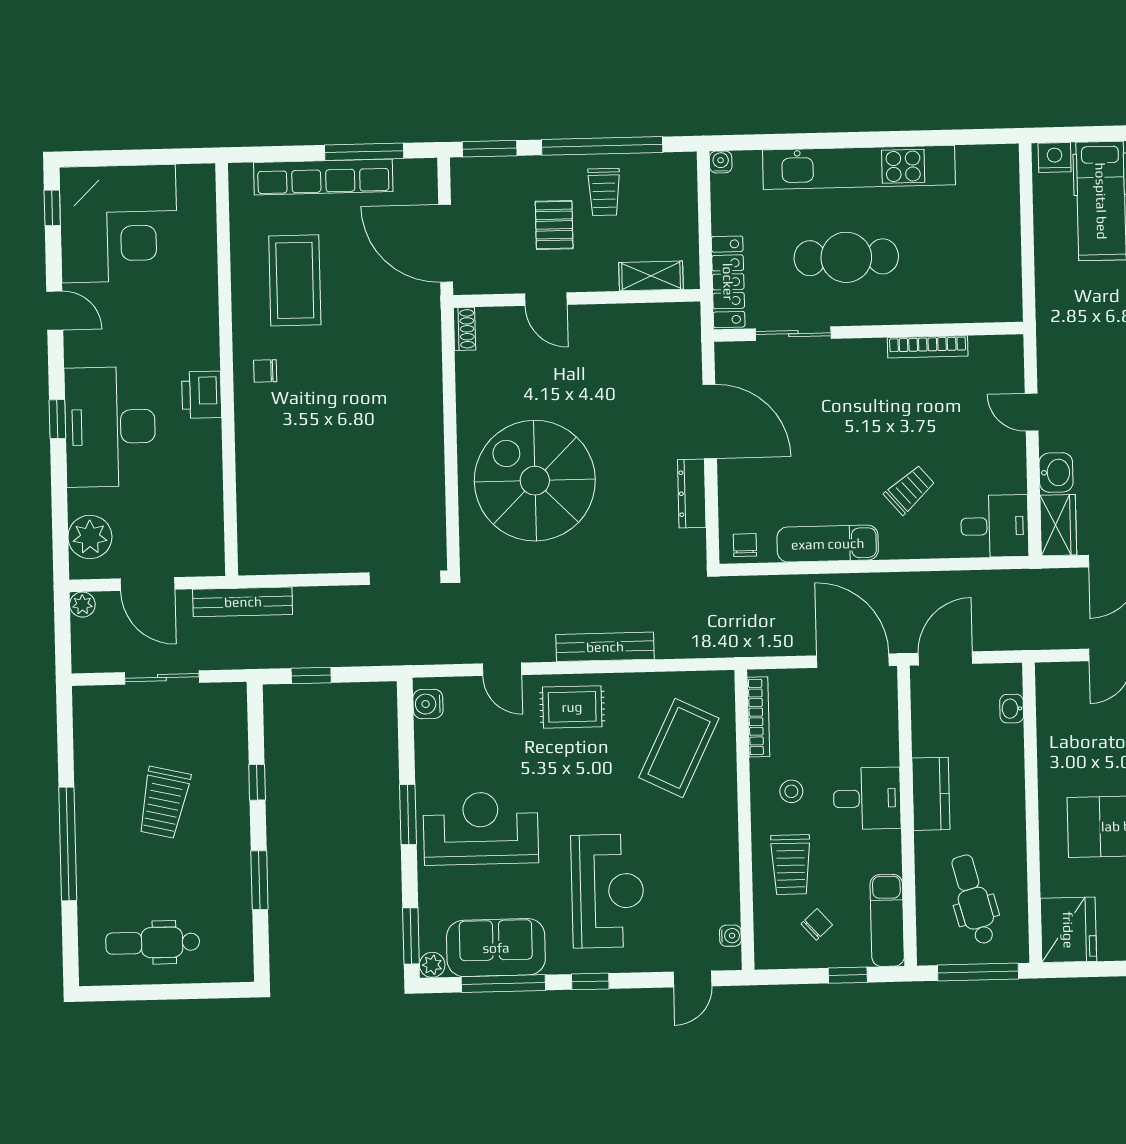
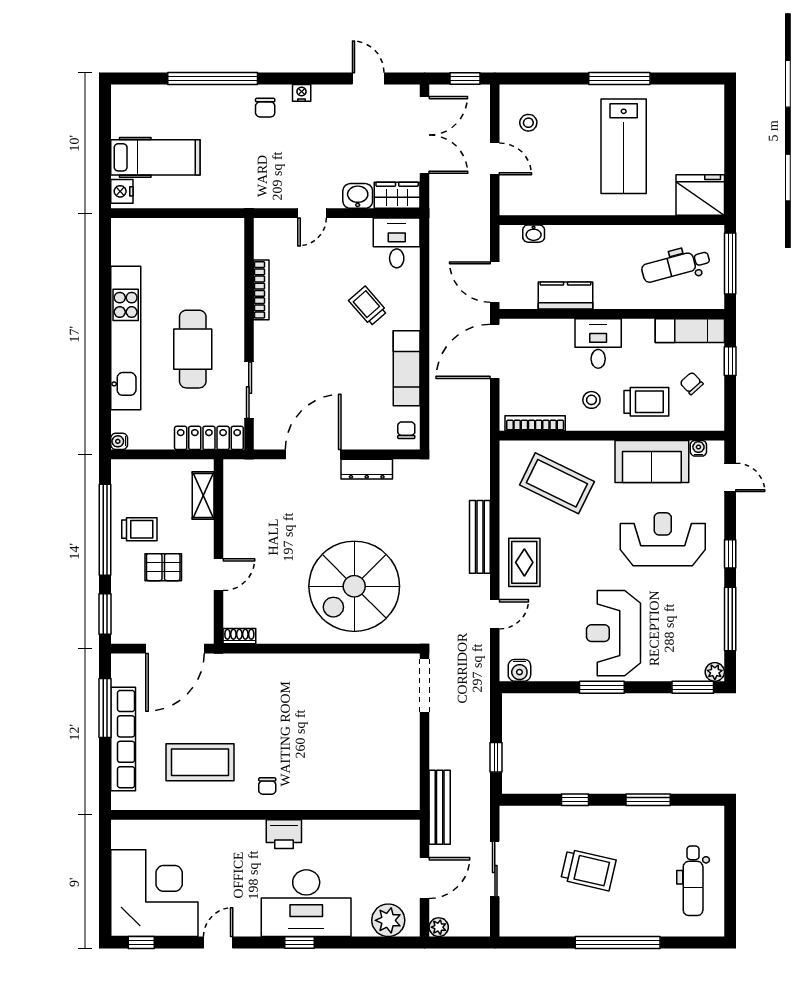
chair: (745, 545) -> (406, 430), turned 90
kitchen counter: (931, 794) -> (565, 296), moved
sofa: (496, 948) -> (652, 461), moved, turned -90

